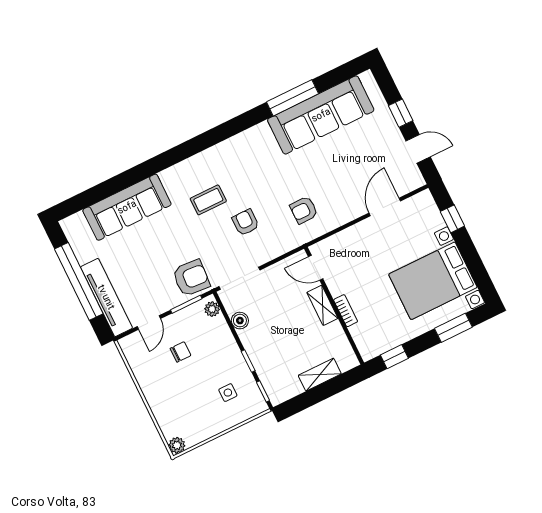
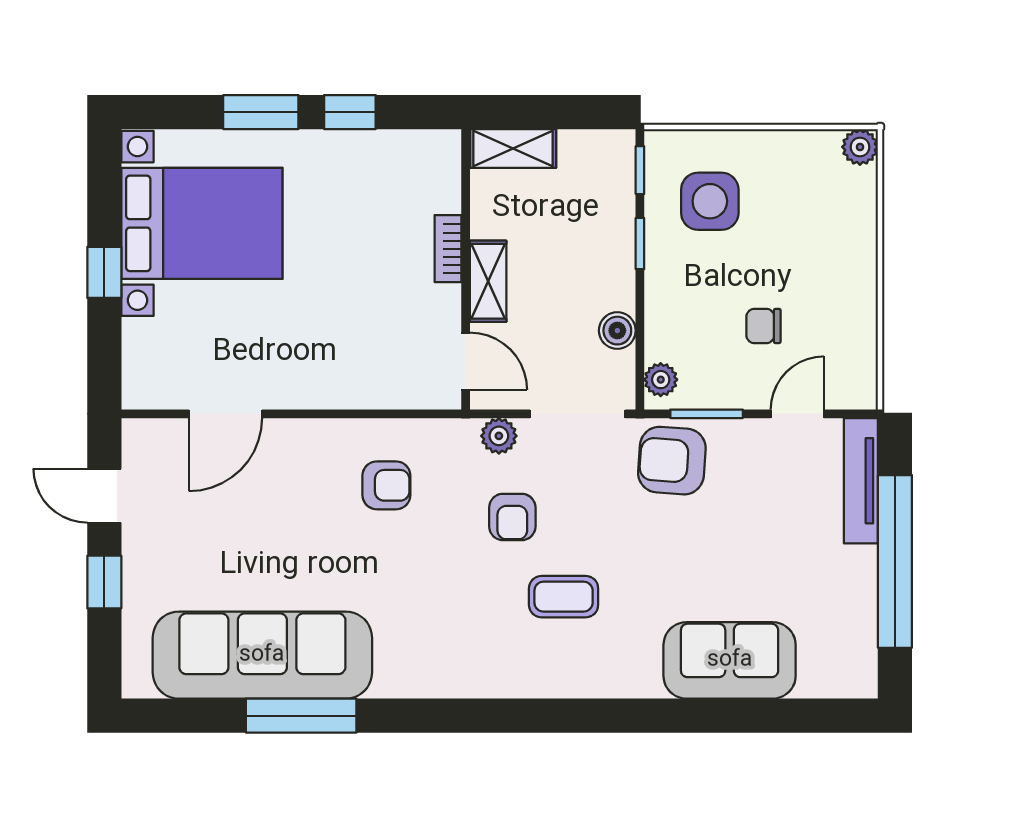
sofa: (127, 207) -> (730, 660), width x0.73
window: (452, 219) -> (104, 272), moved
plant: (267, 253) -> (499, 436), added
door: (316, 268) -> (466, 361), moved
tv unit: (106, 297) -> (861, 481), width x0.73, depth x0.78
shelving: (322, 305) -> (488, 281), moved
wall: (334, 306) -> (466, 269), moved
bookcase: (346, 311) -> (448, 249), moved
window: (453, 328) -> (261, 112), moved
side table: (228, 393) -> (710, 201), width x1.87, depth x1.87

